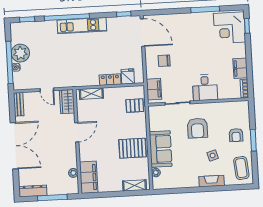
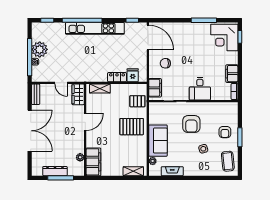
kitchen unit: (82, 26) -> (95, 28), width x1.36
pallet: (133, 148) -> (132, 127), moved
fireplace: (212, 181) -> (172, 171), moved
dresser: (33, 191) -> (55, 171), moved

